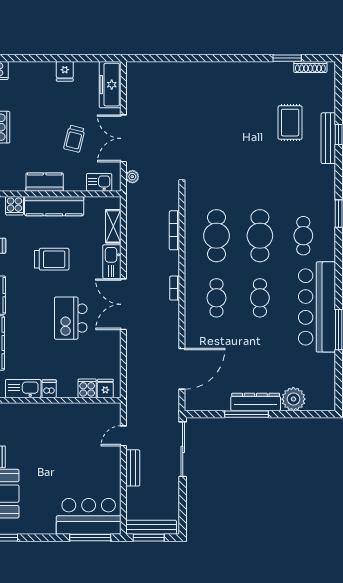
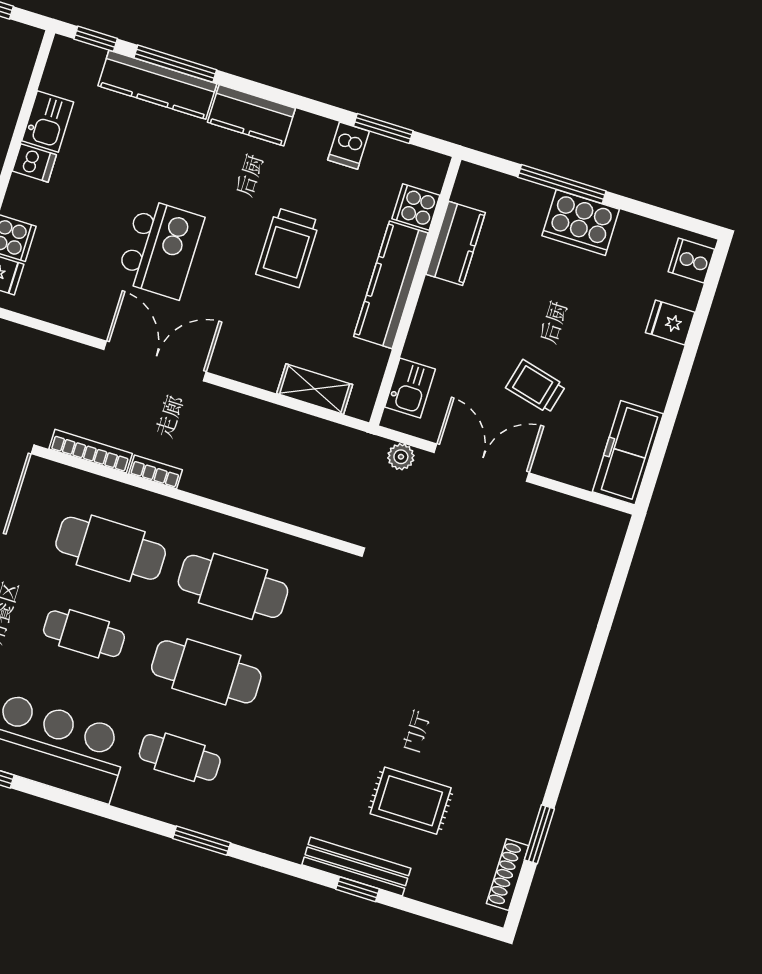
fridge: (65, 71) -> (670, 322), moved
freezer: (110, 85) -> (628, 453), moved, turned -90
trolley: (74, 139) -> (536, 387), moved
kitchen counter: (45, 182) -> (456, 243), moved
bookcase: (174, 230) -> (91, 451), moved
kitchen sink: (112, 262) -> (246, 365), removed
cafe table: (216, 298) -> (111, 548), width x1.37, depth x1.35
kitchen island: (71, 318) -> (160, 249), turned 90
kitchen sink: (23, 389) -> (48, 121), width x0.73

